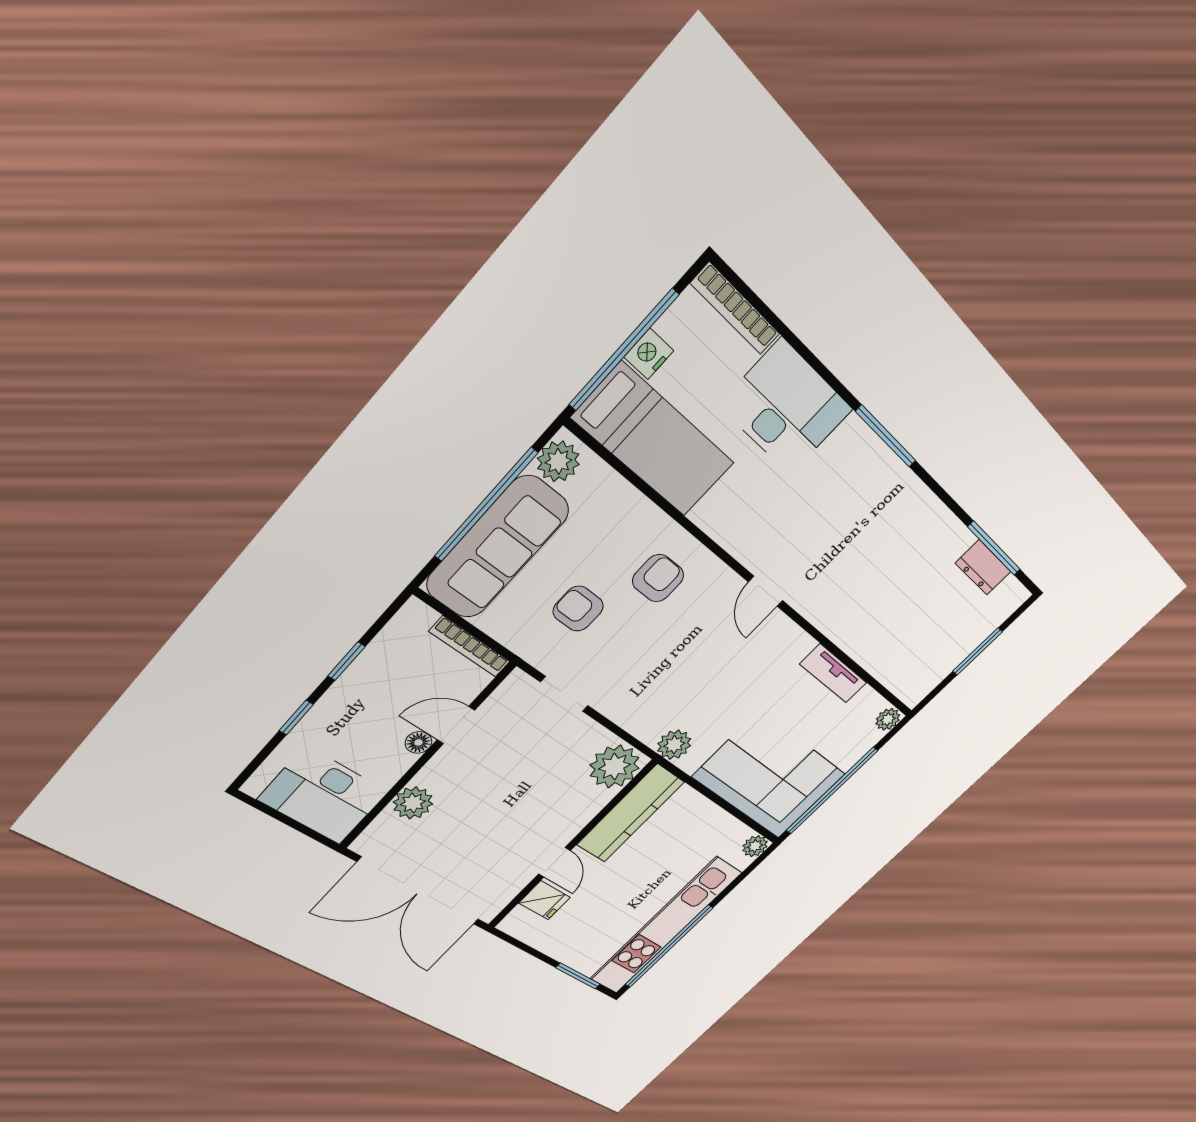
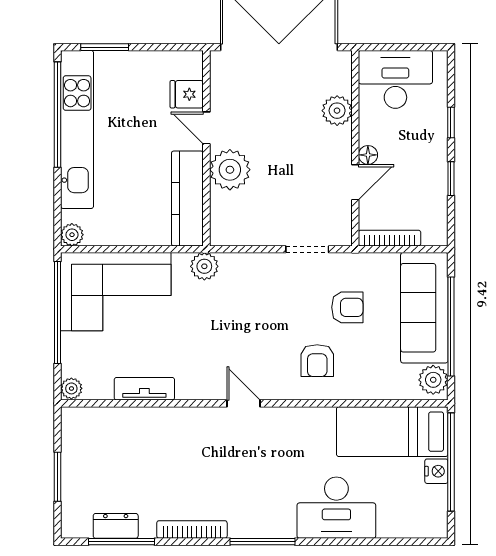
bookcase: (735, 309) -> (192, 529), moved
plant: (615, 767) -> (230, 170), moved

